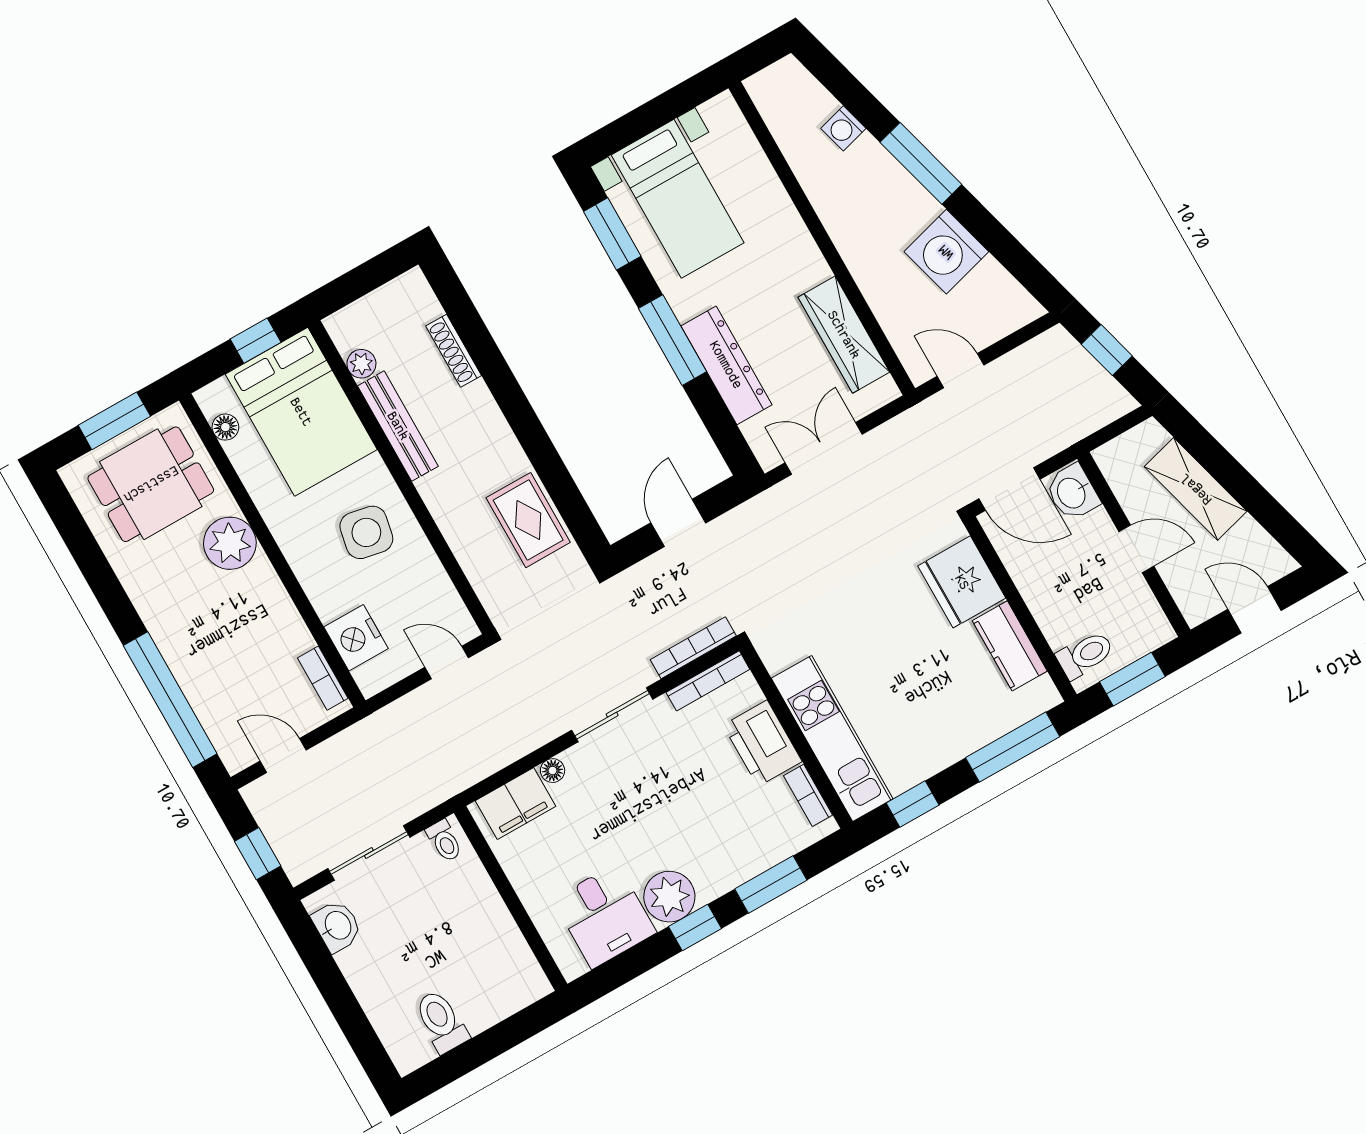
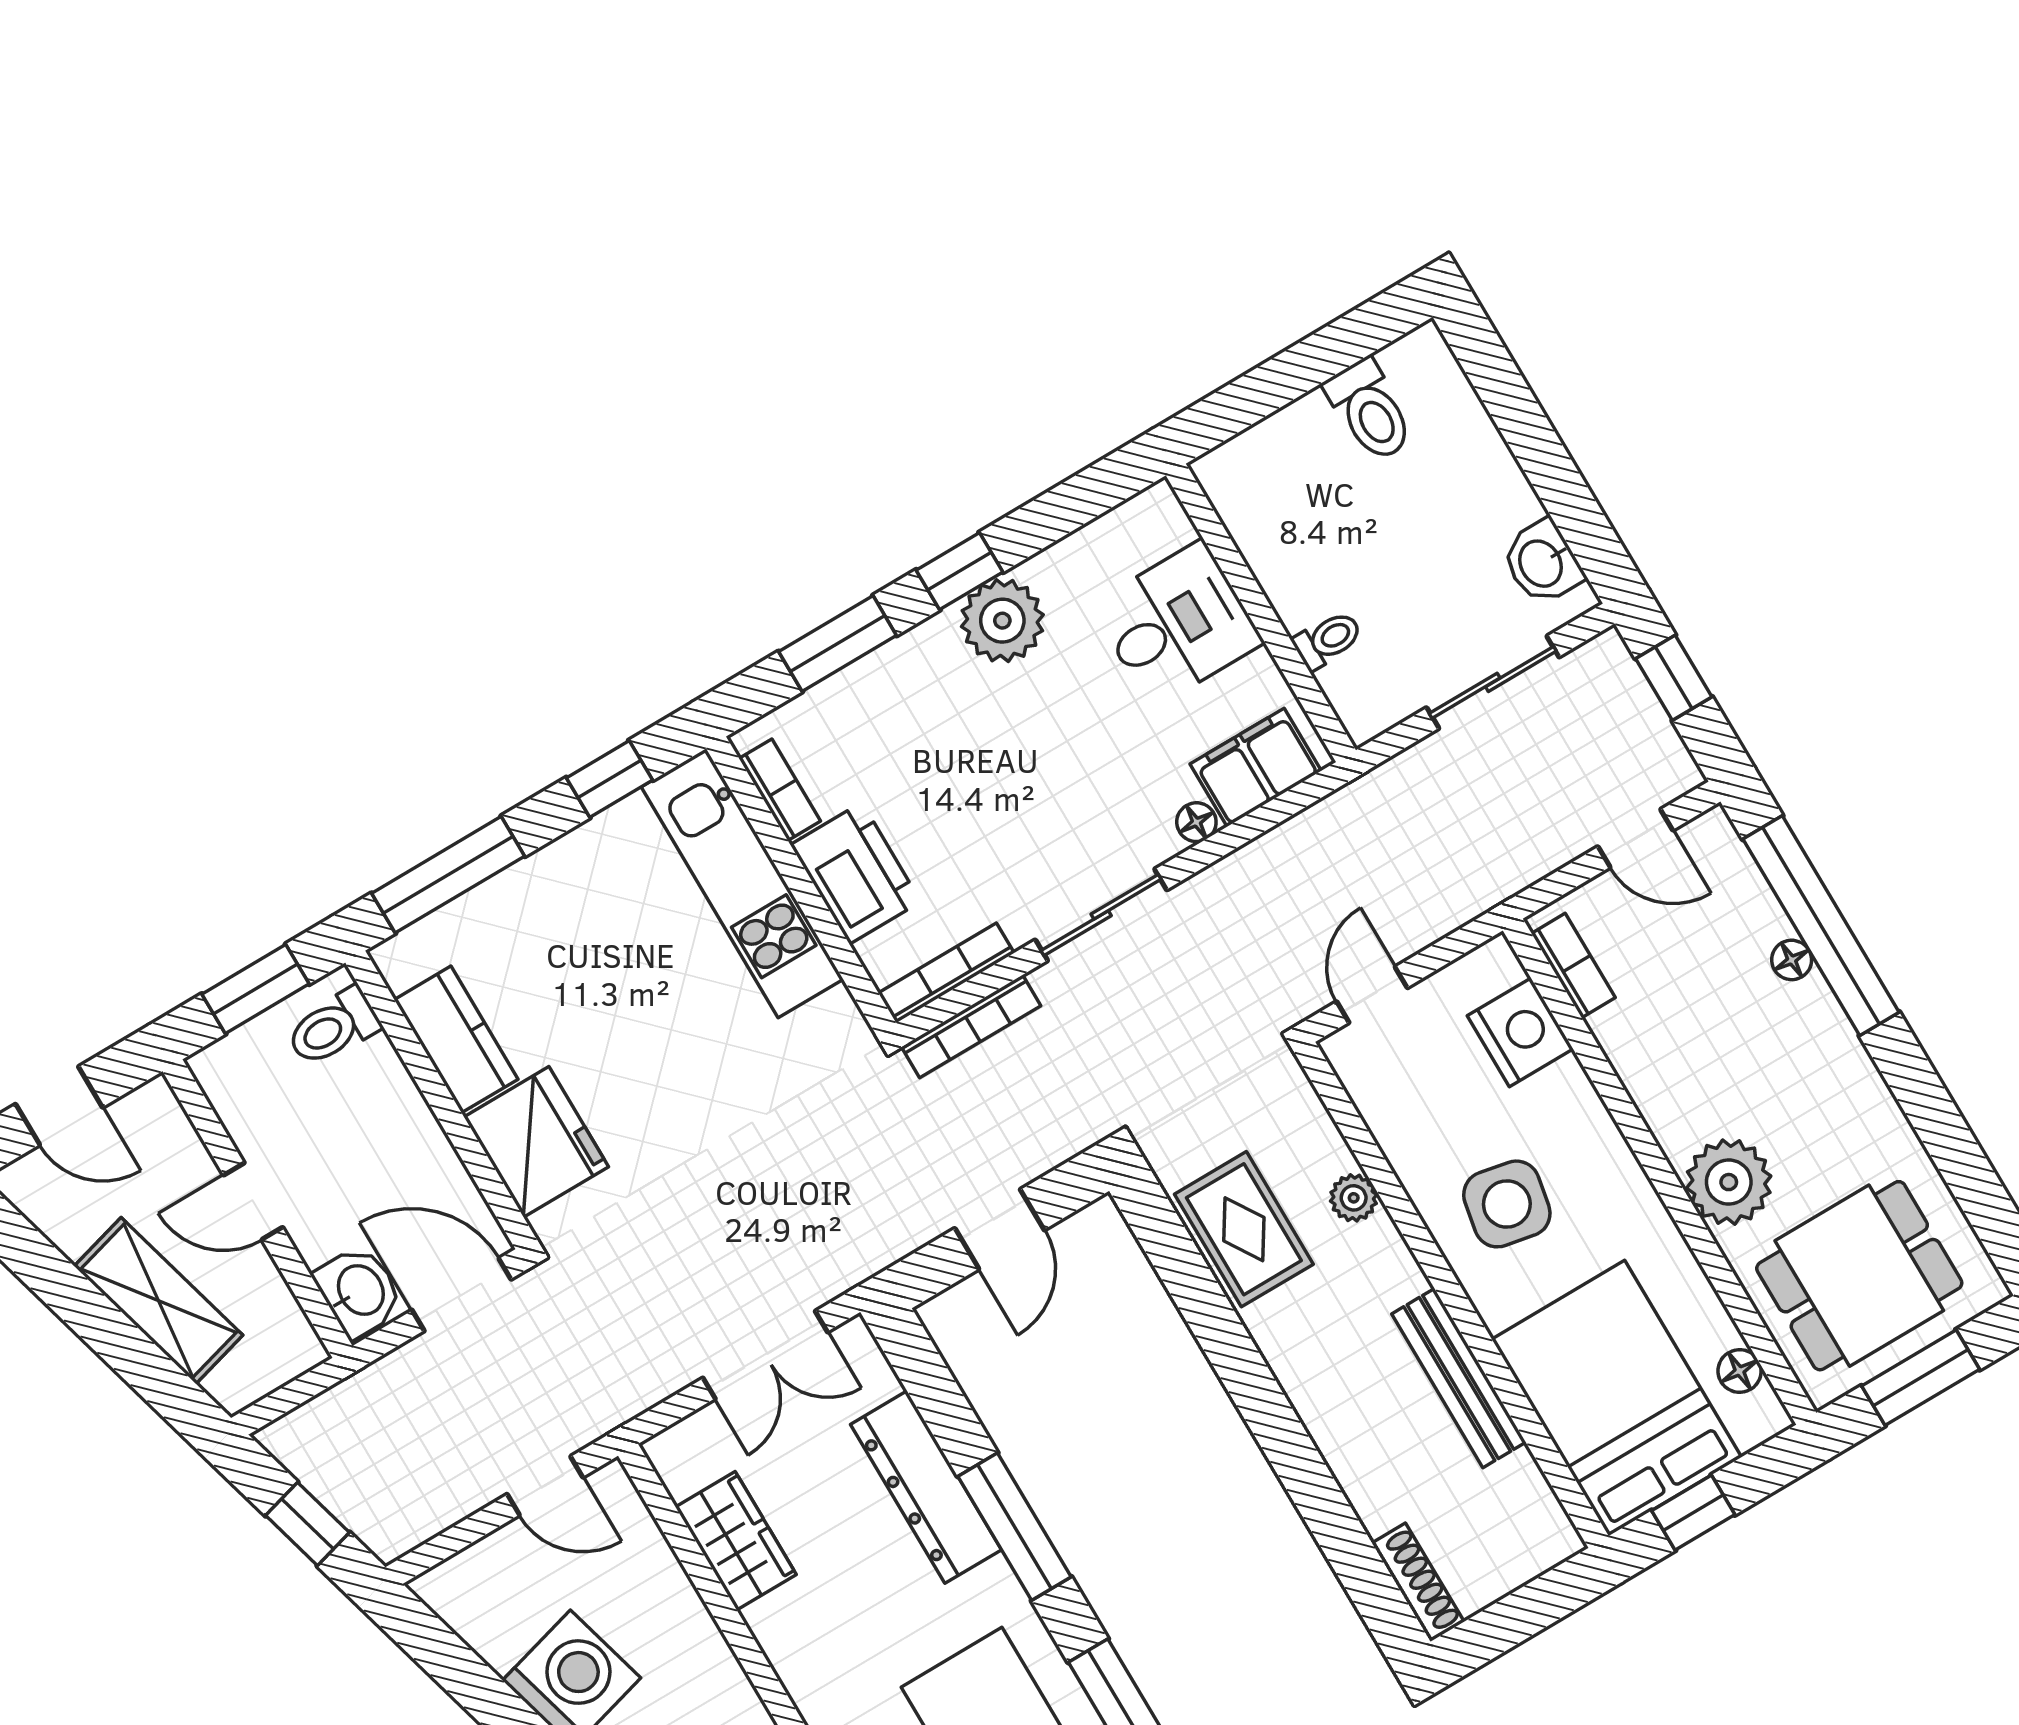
wardrobe: (844, 335) -> (736, 1541), width x0.67
shoe rack: (454, 351) -> (1418, 1582), moved
plant: (361, 364) -> (1354, 1198), moved
door: (447, 663) -> (1372, 995), swing flipped
floor lamp: (189, 679) -> (1792, 960), added
toilet: (444, 841) -> (1328, 640), moved, turned 90
desk: (604, 916) -> (1177, 624), moved, turned 90

